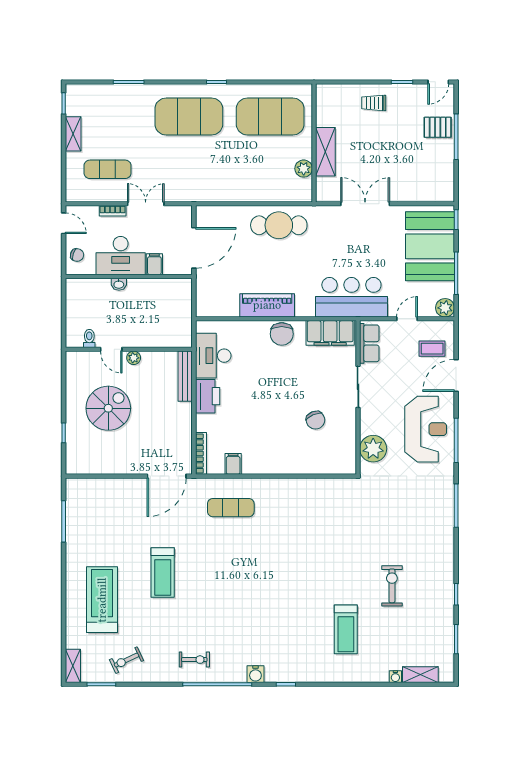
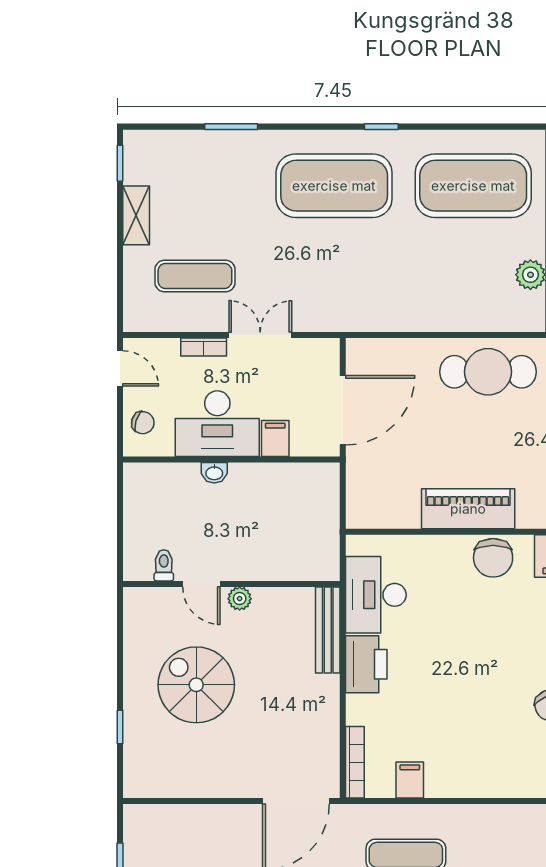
spiral stairs: (108, 408) -> (196, 685), turned -90

